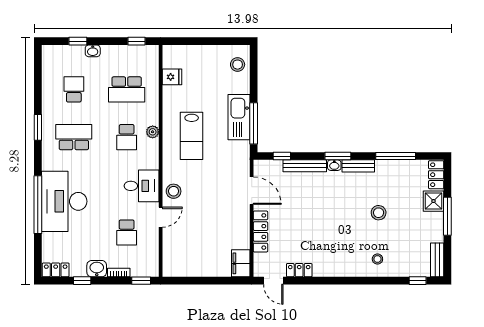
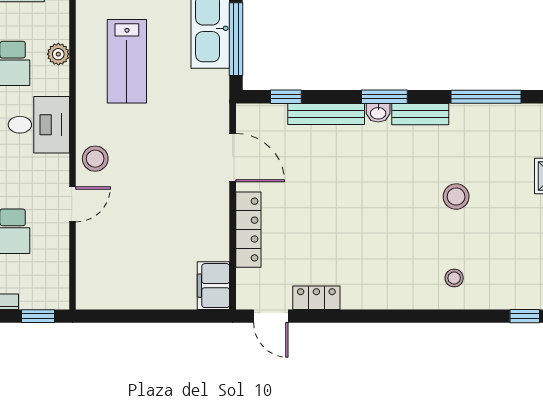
desk: (142, 186) -> (39, 125), moved

